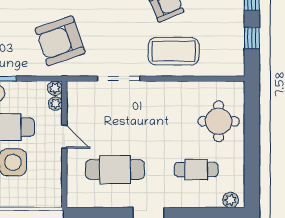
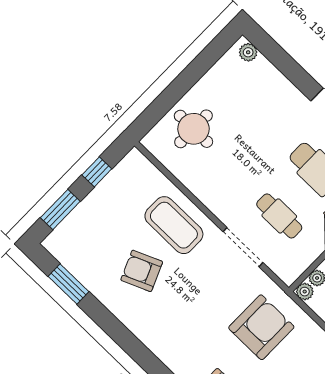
armchair: (60, 41) -> (261, 327), turned -71
cafe table: (196, 170) -> (279, 216), moved

